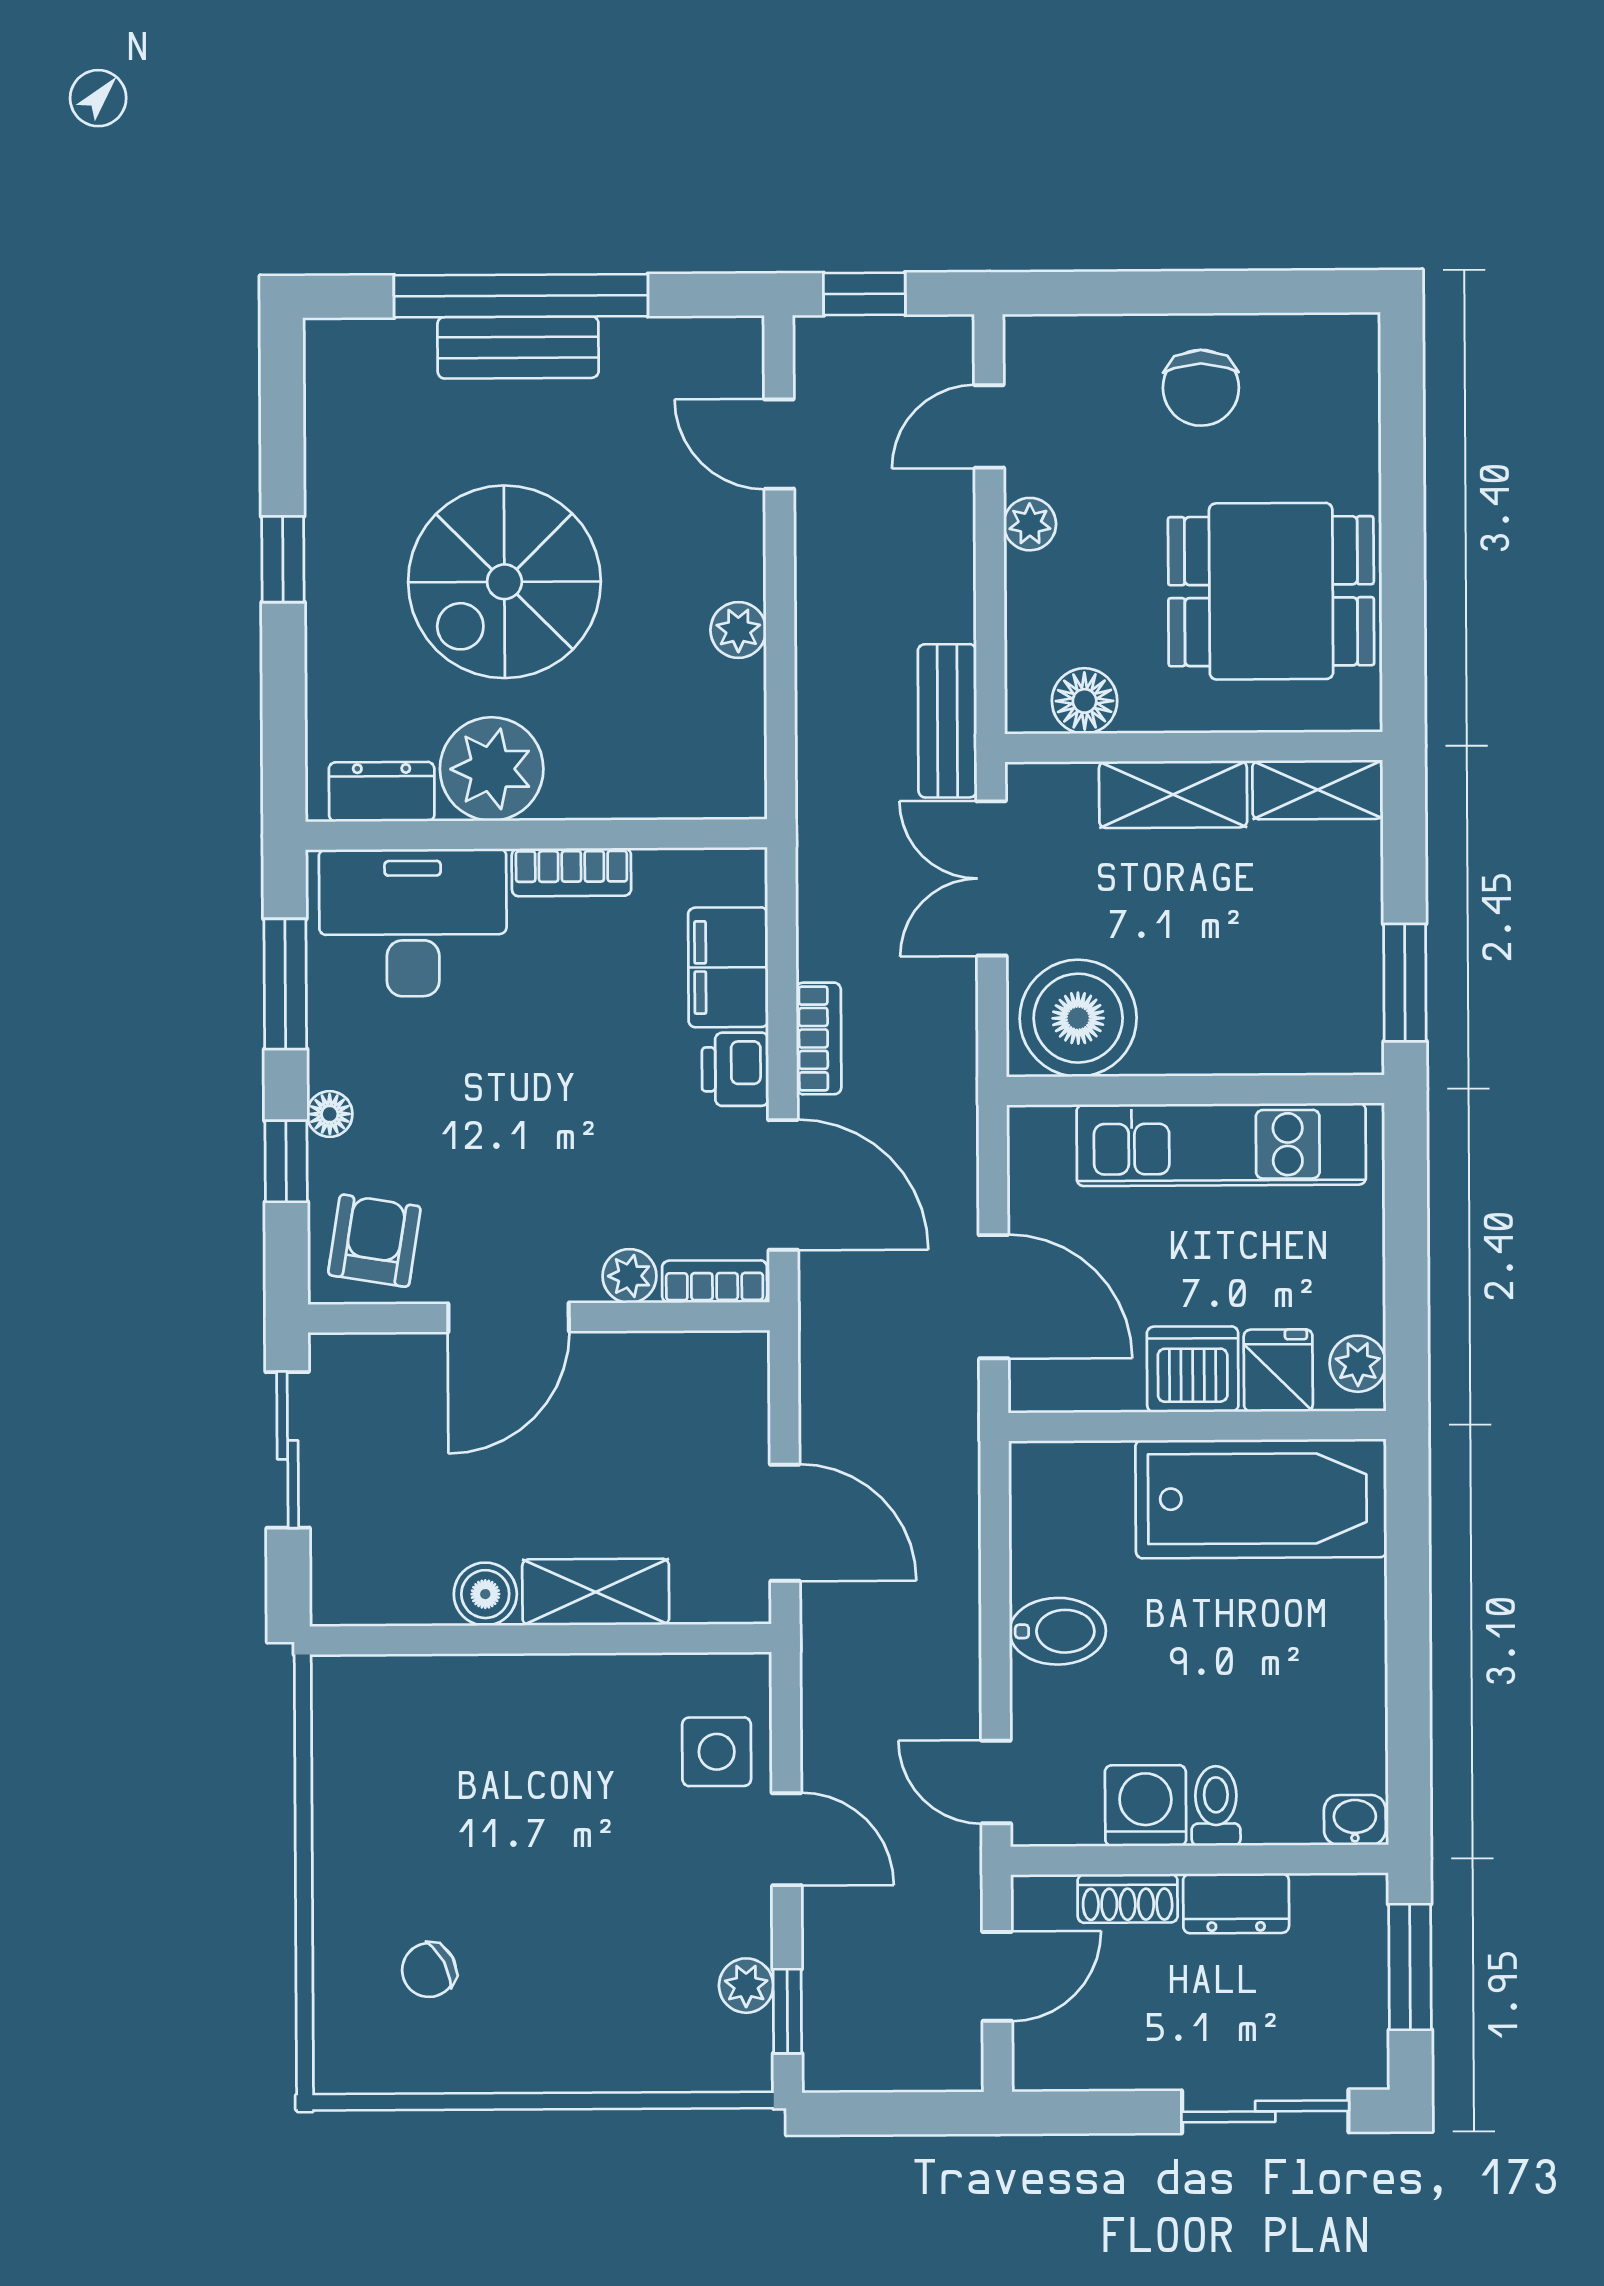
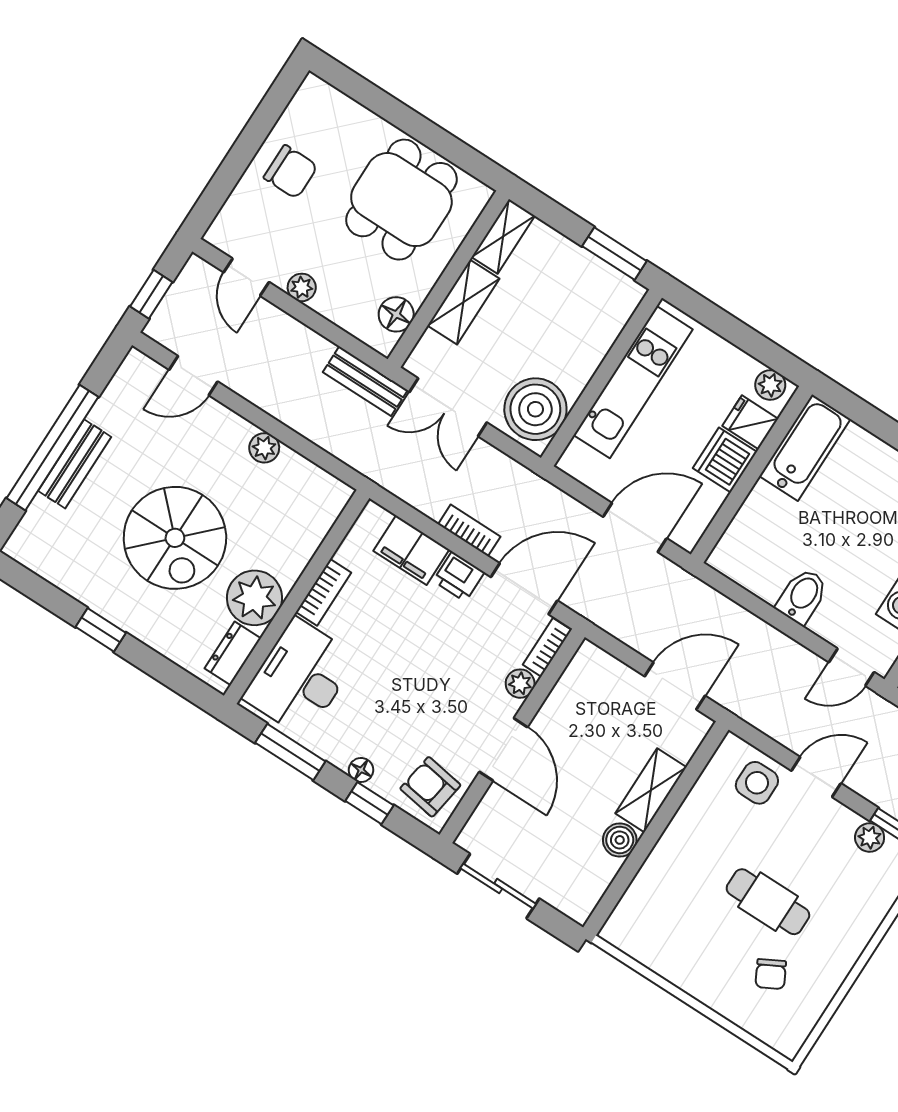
bathtub: (1261, 1499) -> (805, 448), width x0.73, depth x0.73
cafe table: (540, 1891) -> (768, 902), added

